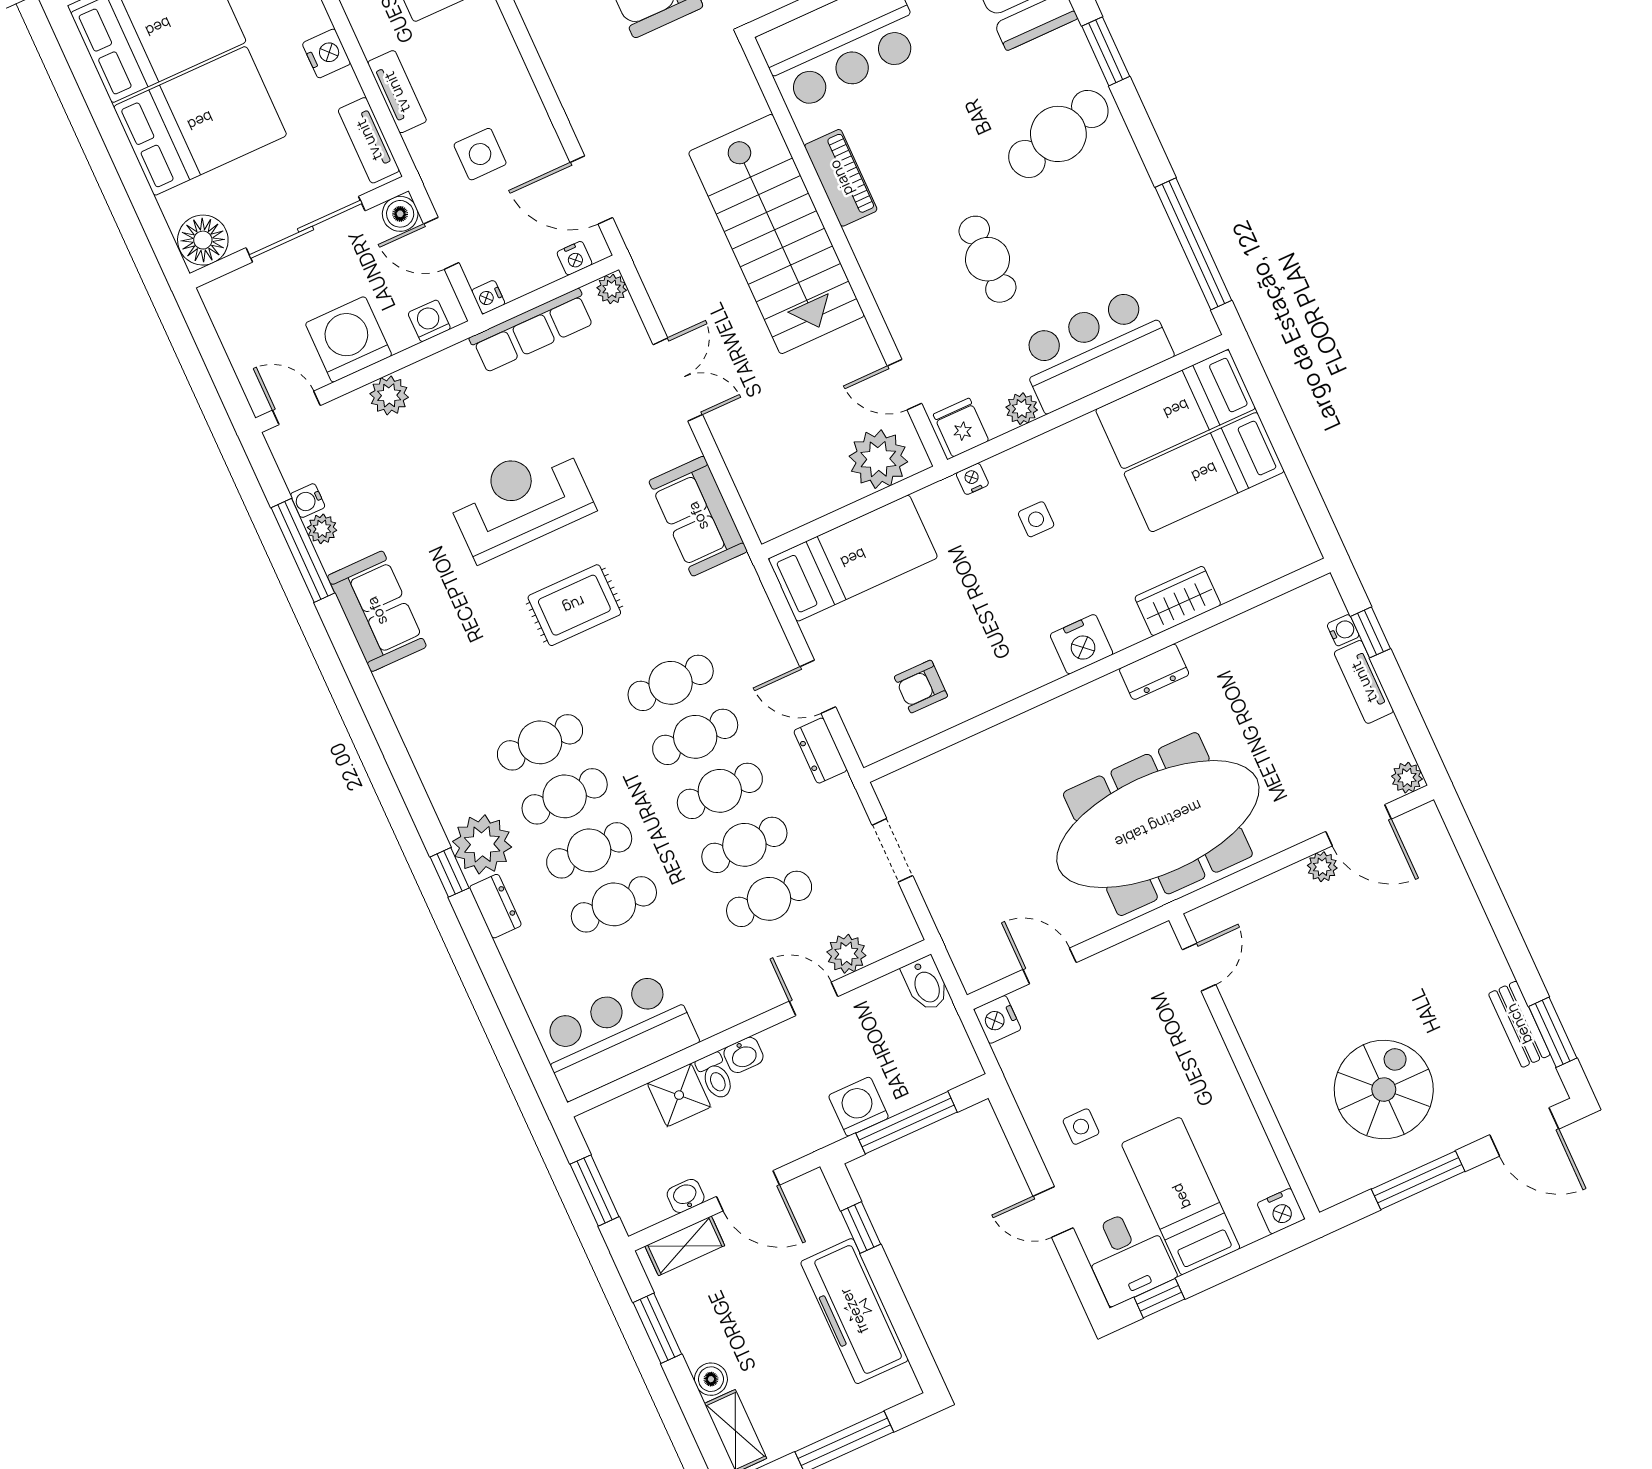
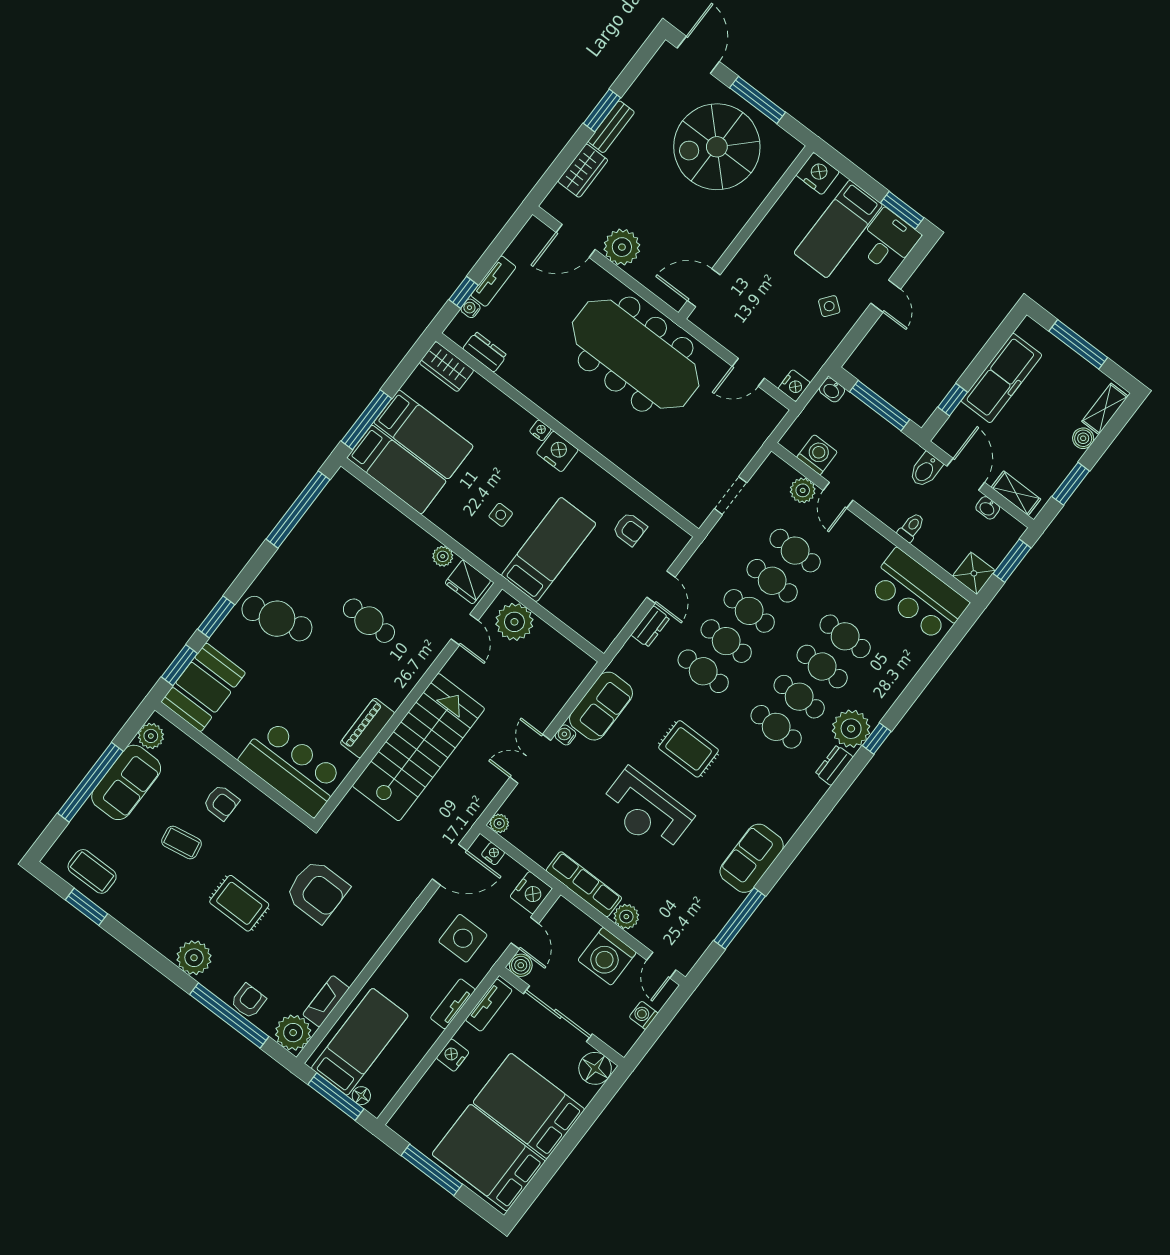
side table: (480, 154) -> (463, 938), width x1.37, depth x1.37
door: (591, 190) -> (450, 865), hinge flipped
cafe table: (988, 259) -> (369, 621), turned 90
nightstand: (488, 297) -> (531, 893), width x1.89, depth x1.79
washing machine: (429, 321) -> (644, 1015), moved, turned 90
row of seats: (532, 331) -> (584, 884), moved
bar counter: (1094, 350) -> (388, 533), removed
window: (1267, 404) -> (366, 420), added
fridge: (961, 428) -> (468, 582), width x1.38
nightstand: (972, 479) -> (540, 430), moved, turned 180
water cooler: (308, 501) -> (565, 735), moved, turned 180
plant: (322, 529) -> (722, 914), removed
bed: (853, 558) -> (549, 550), moved, turned 90
wardrobe: (1178, 601) -> (446, 367), moved
dresser: (1154, 672) -> (485, 352), moved
dresser: (820, 751) -> (650, 626), moved
plant: (1407, 778) -> (534, 228), removed
door: (1359, 825) -> (576, 241), swing flipped
plant: (1322, 867) -> (622, 247), width x1.87, depth x1.87
wardrobe: (1450, 887) -> (583, 171), added
dresser: (495, 906) -> (834, 765), moved
door: (1050, 966) -> (748, 372), hinge flipped
door: (1199, 967) -> (704, 288), width x1.38
bidet: (926, 984) -> (926, 470), moved, turned 180
bench: (1519, 1024) -> (611, 127), moved
window: (1553, 1032) -> (602, 111), moved
washbasin: (743, 1055) -> (832, 390), moved, turned 180
spiral stairs: (1384, 1090) -> (717, 147), width x1.37, depth x1.37
shower: (679, 1095) -> (974, 573), moved
washing machine: (859, 1107) -> (817, 455), moved, turned 180
side table: (1081, 1127) -> (829, 306), turned 38
nightstand: (1281, 1211) -> (818, 173), width x1.36, depth x1.33
window: (1159, 1298) -> (902, 210), width x1.50

